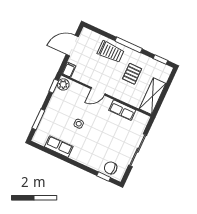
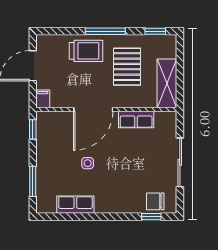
pallet: (132, 74) -> (127, 67), width x1.50, depth x1.42
plant: (63, 84) -> (44, 122), removed
door: (98, 91) -> (93, 110), width x1.88

